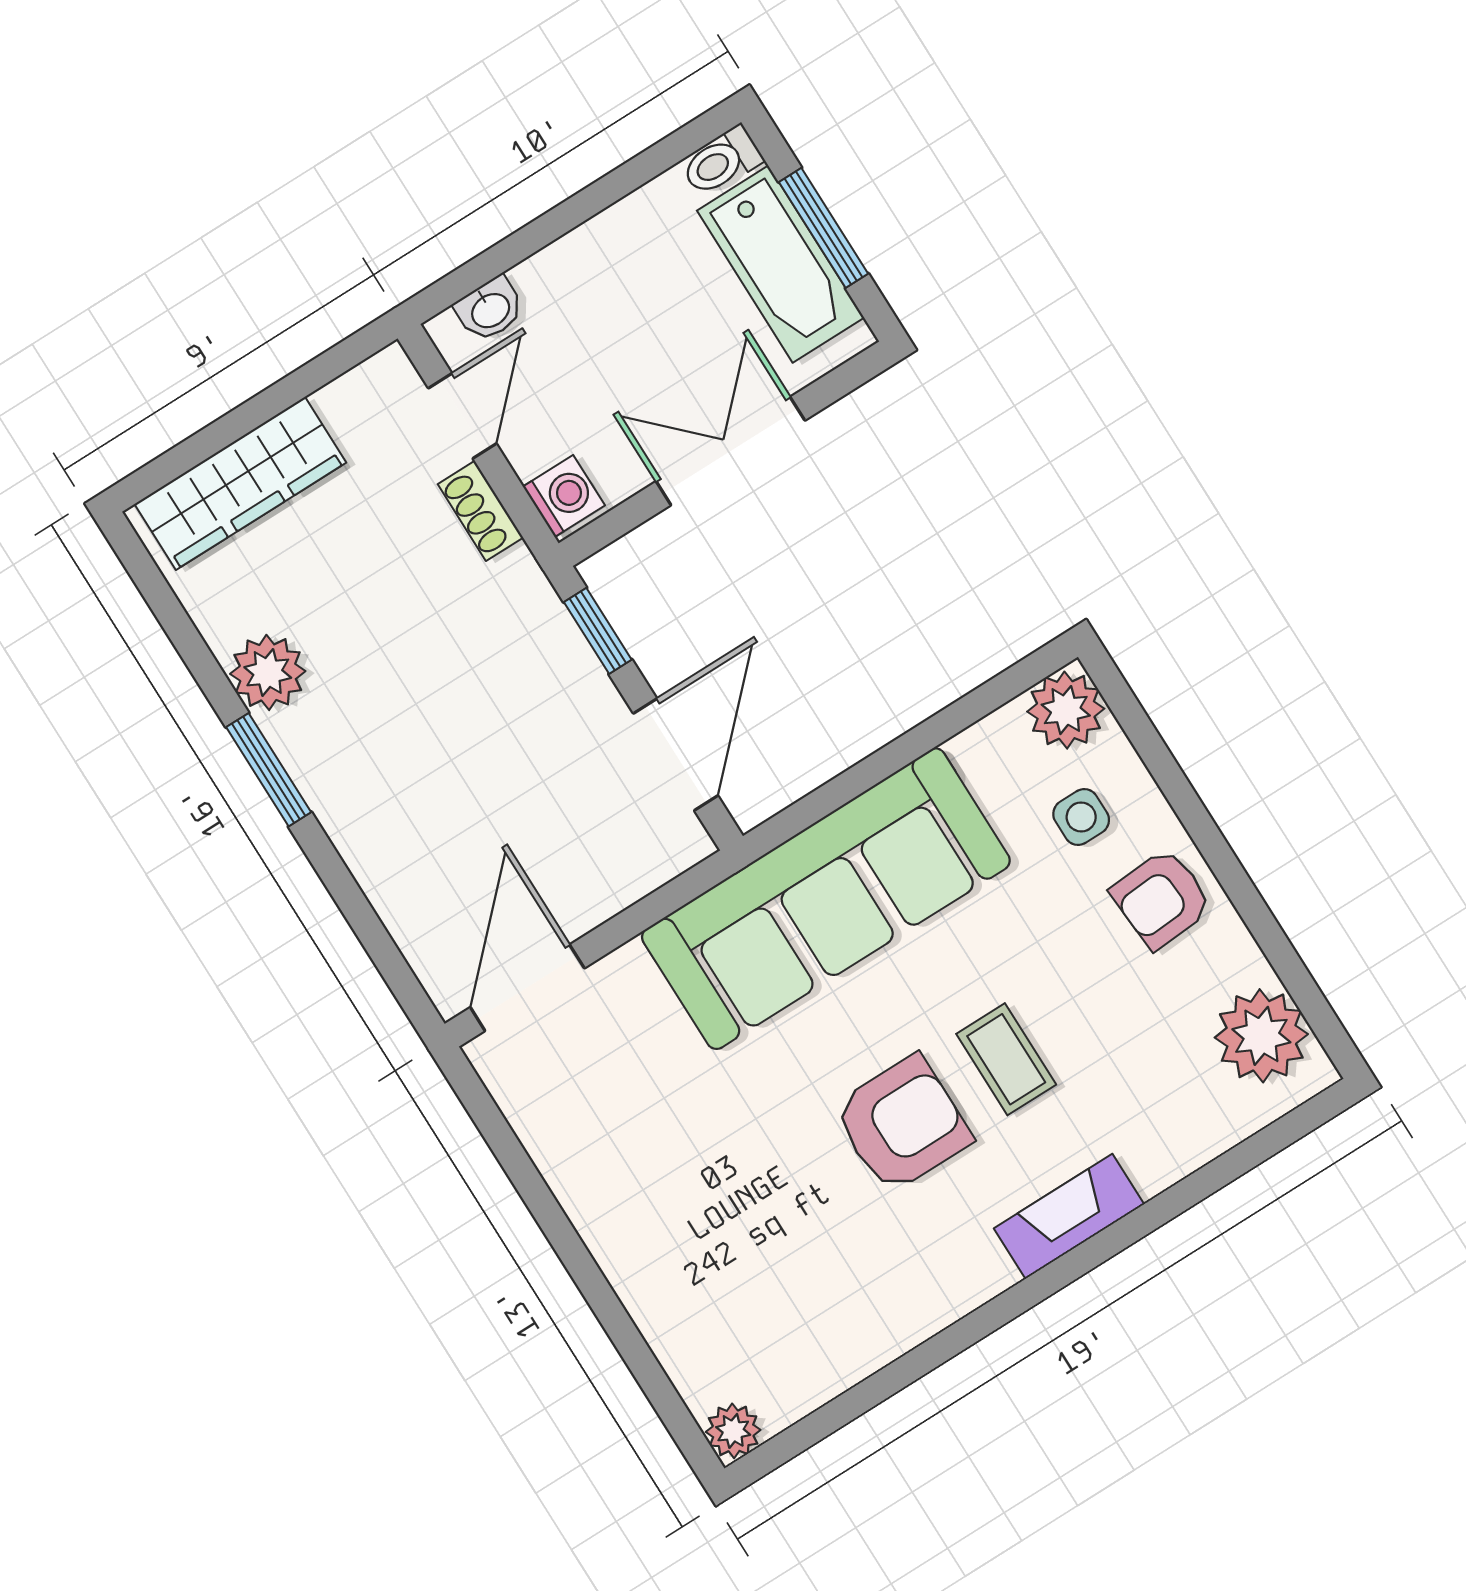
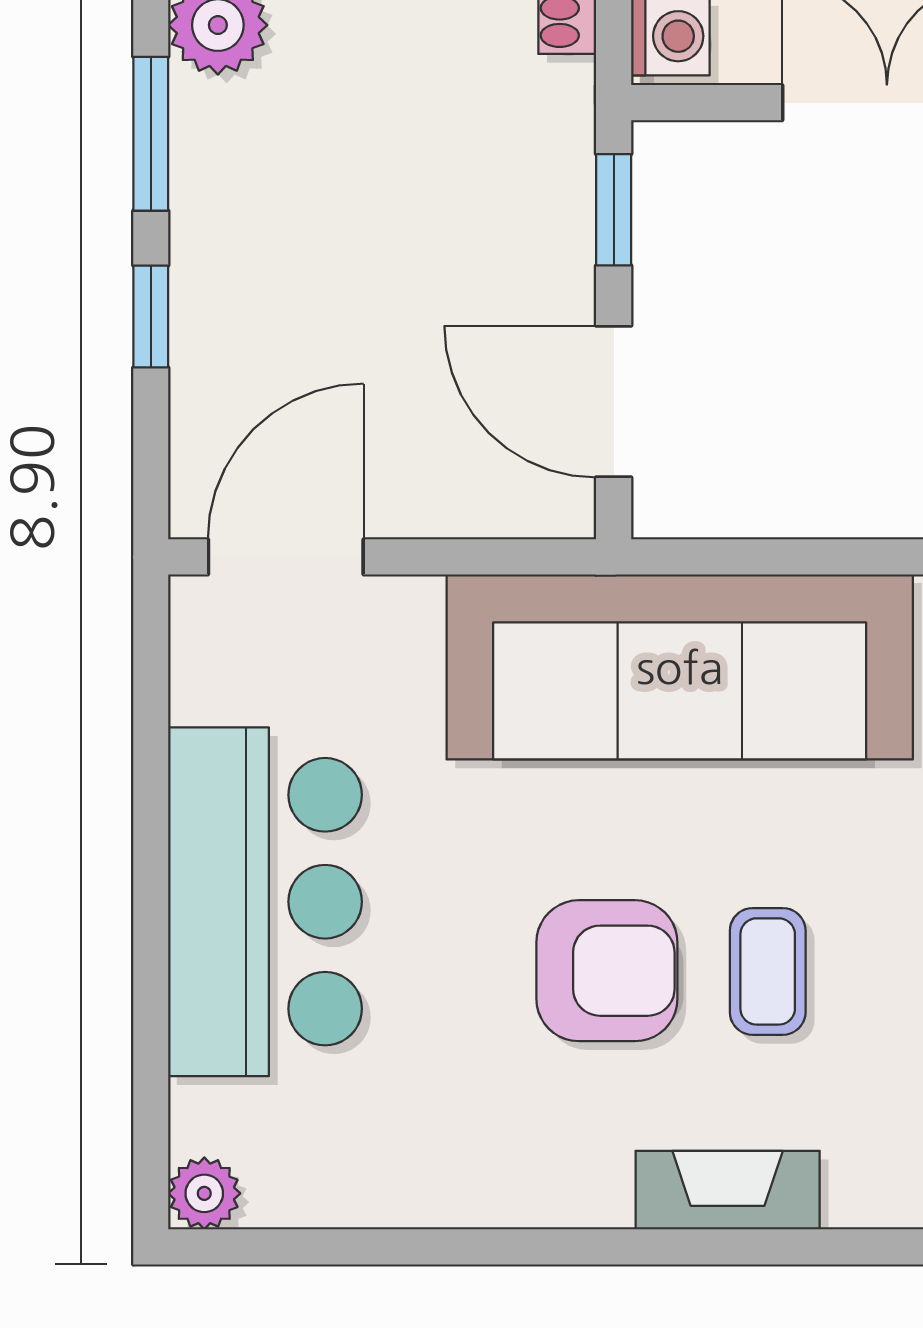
door: (676, 754) -> (614, 402), swing flipped
window: (343, 888) -> (151, 317), added
bar counter: (654, 1218) -> (265, 902), added

